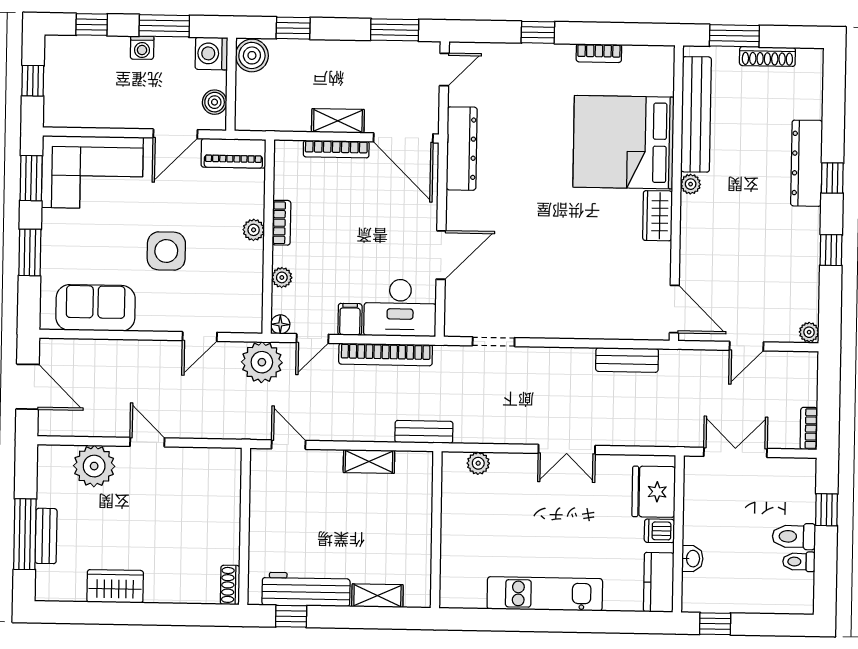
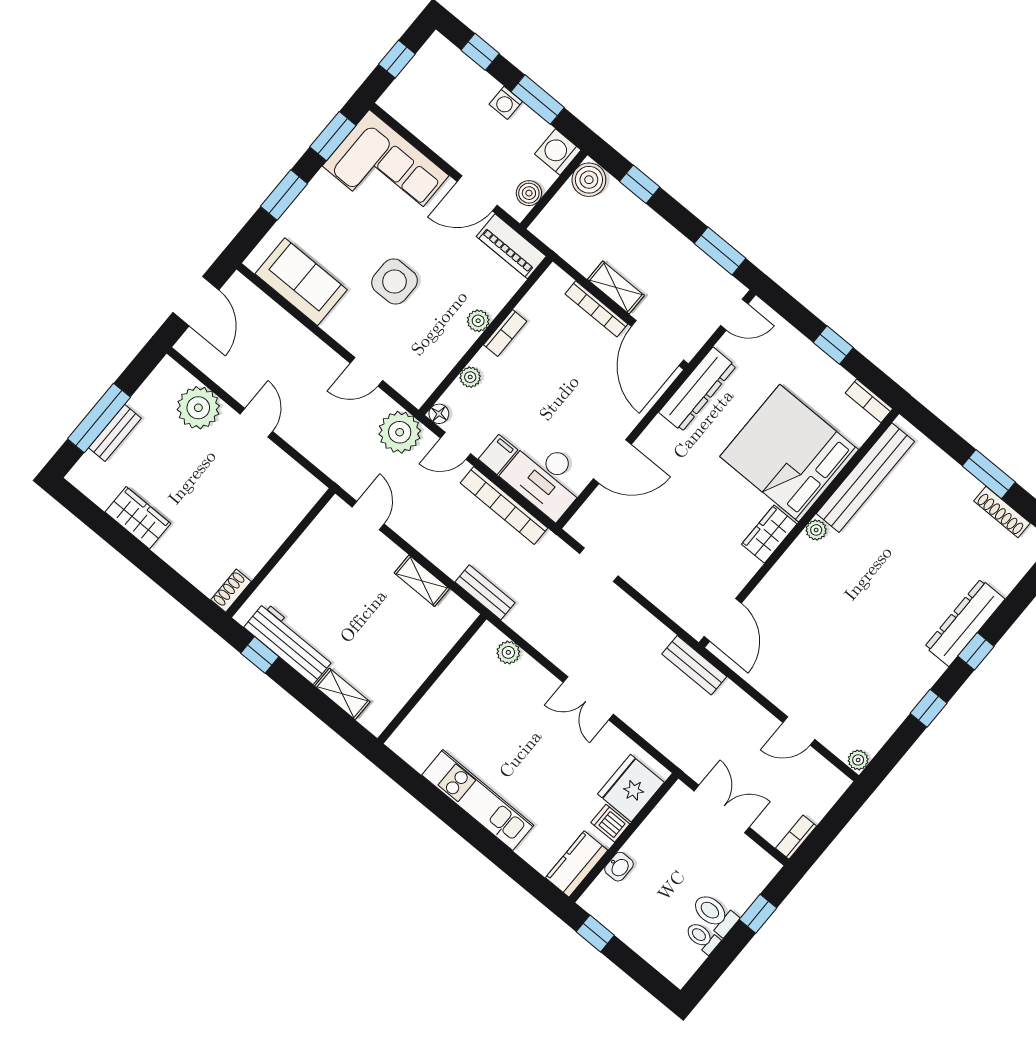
bench: (696, 114) -> (865, 478), moved
bed: (623, 142) -> (789, 453), moved
plant: (691, 184) -> (816, 530), moved
wall: (676, 193) -> (799, 528), moved
wardrobe: (657, 216) -> (769, 534), moved
door: (674, 309) -> (723, 620), moved

